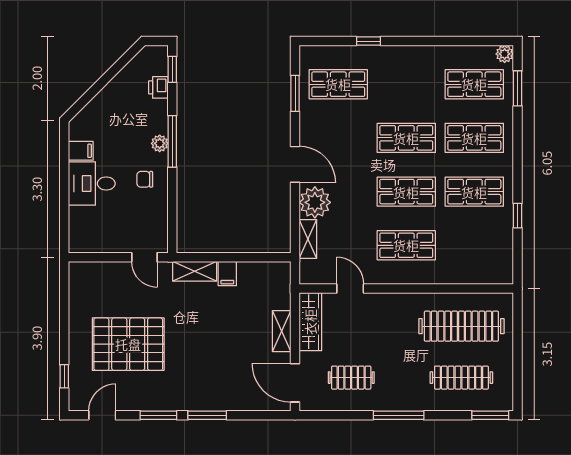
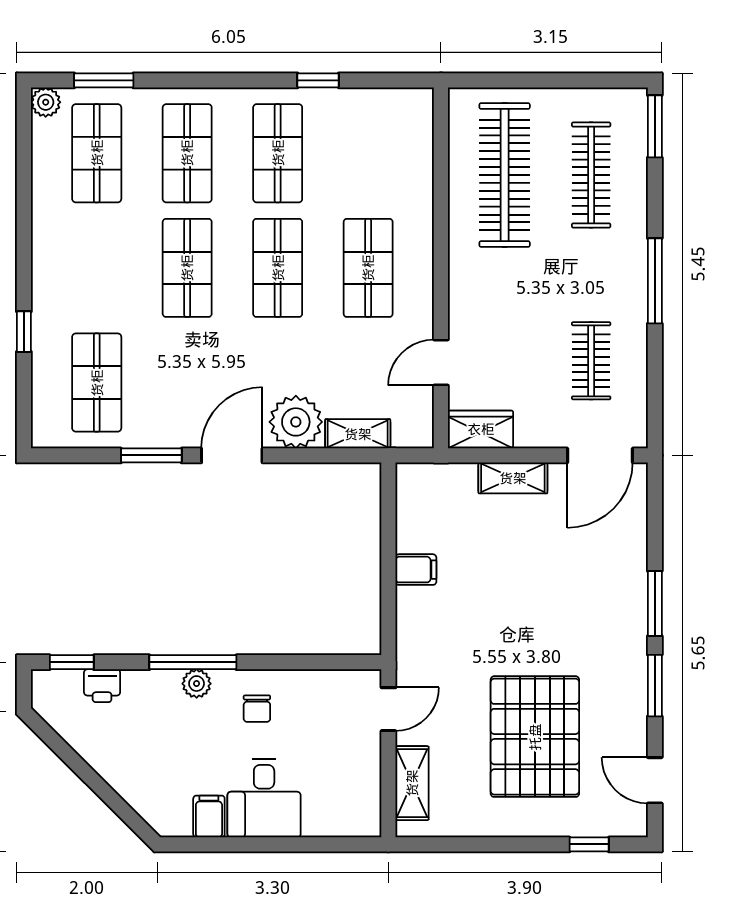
window: (295, 93) -> (151, 455), moved
shelving: (195, 271) -> (412, 783), moved
wardrobe: (310, 322) -> (481, 429), width x0.67

